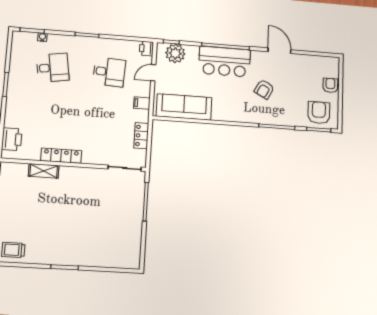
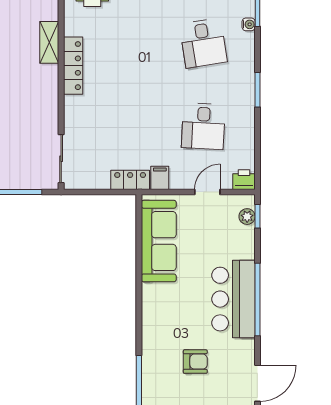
plant: (175, 53) -> (247, 217), width x0.53, depth x0.53
door: (153, 73) -> (207, 192), hinge flipped
armchair: (264, 89) -> (195, 362), turned 152
locker: (141, 136) -> (130, 180), moved

